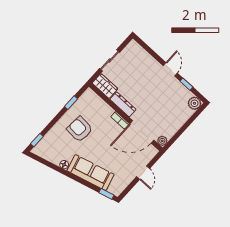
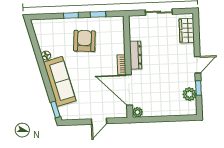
wardrobe: (105, 86) -> (187, 31), moved, turned 180
plant: (194, 103) -> (189, 94), moved
window: (37, 140) -> (71, 15), moved

